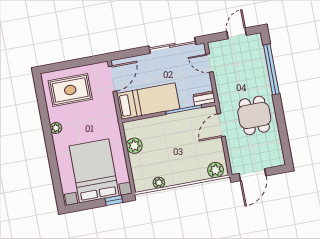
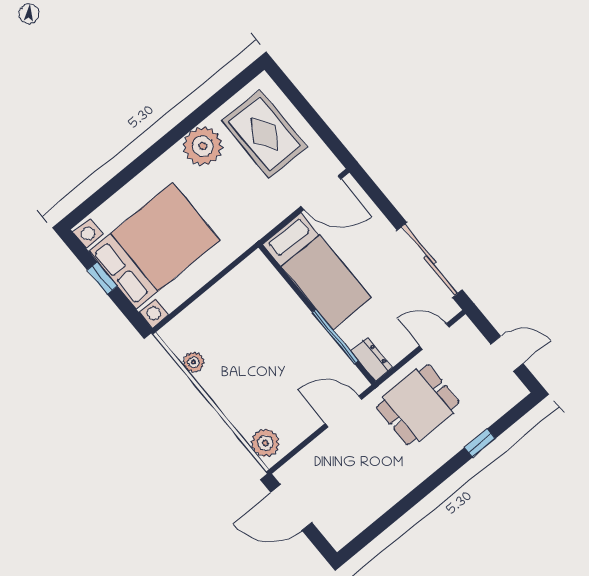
door: (210, 63) -> (434, 336), hinge flipped
window: (271, 69) -> (480, 443), width x0.32
dining table: (254, 115) -> (418, 405), moved
plant: (56, 128) -> (203, 146), width x1.87, depth x1.87
plant: (134, 146) -> (232, 288), removed
window: (114, 200) -> (102, 278), moved

